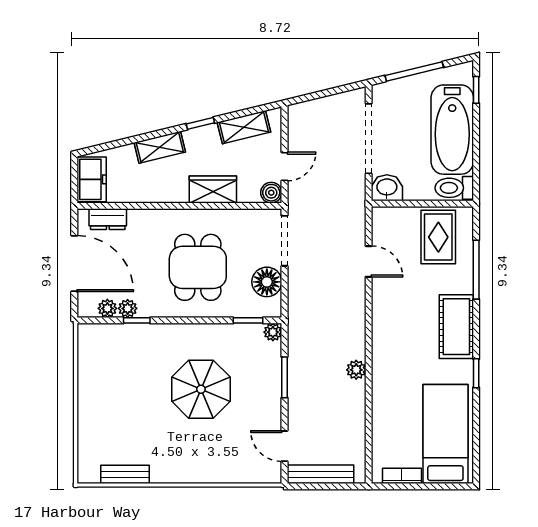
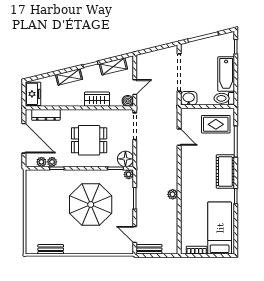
bathtub: (452, 130) -> (226, 74), width x0.73, depth x0.73
dresser: (108, 219) -> (46, 115), width x1.44
rug: (438, 237) -> (216, 124), turned 90
dining table: (198, 267) -> (89, 140), turned 90
floor lamp: (267, 282) -> (125, 159), moved
parasol: (201, 389) -> (91, 204), width x1.36, depth x1.36
bench: (320, 474) -> (149, 249), width x0.73

